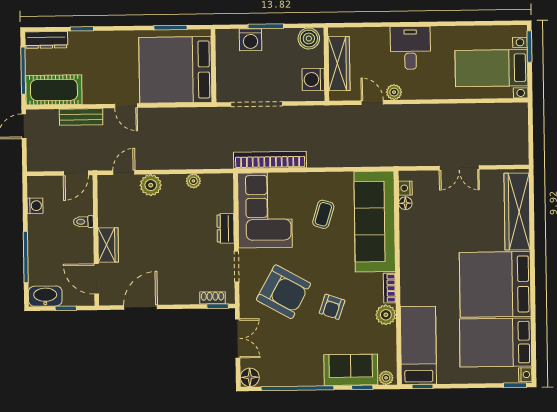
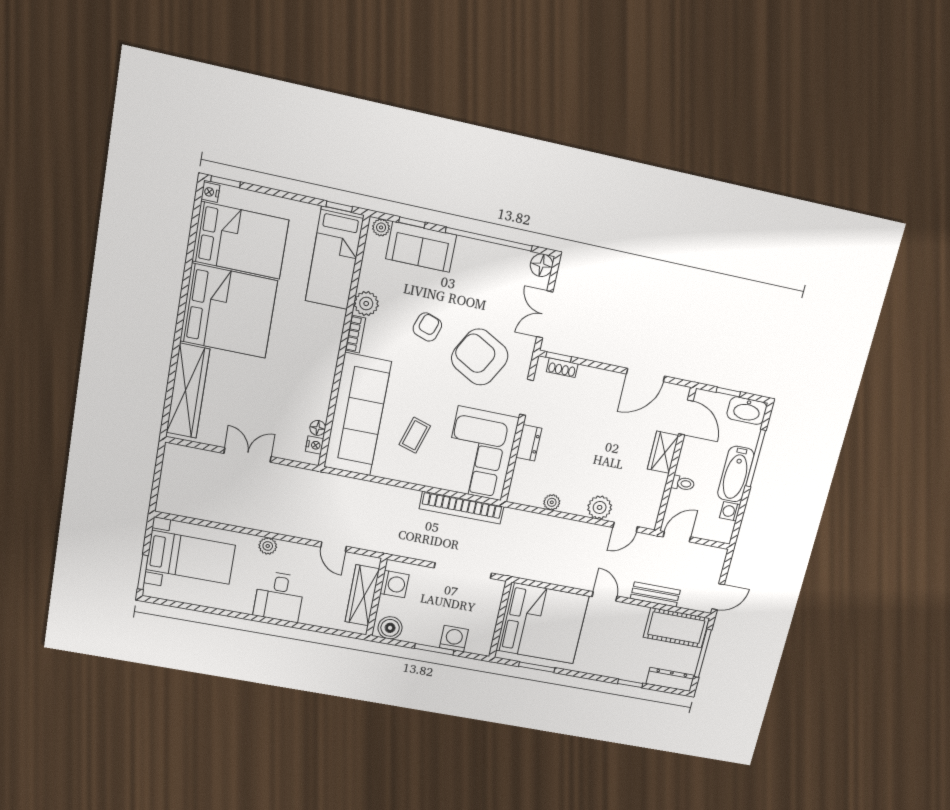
plant: (394, 92) -> (268, 546), moved
bathtub: (39, 240) -> (736, 474), added

